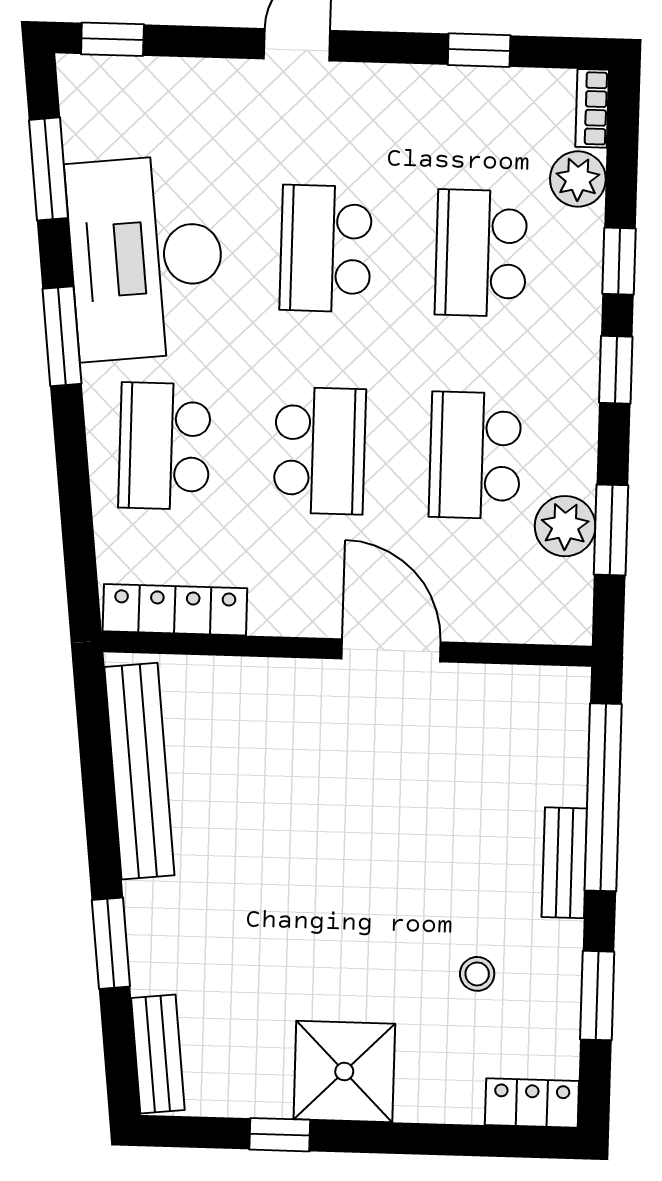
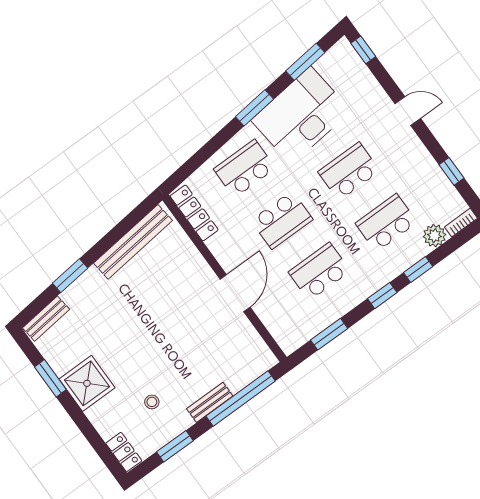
plant: (565, 526) -> (319, 318), removed
window: (280, 1135) -> (50, 378), width x1.50

